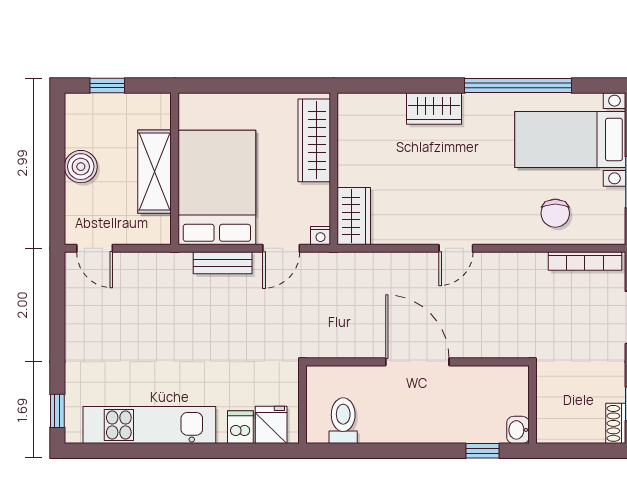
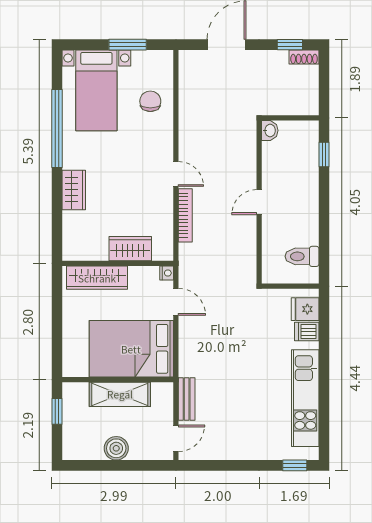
window: (107, 86) -> (57, 411), moved
chair: (555, 213) -> (150, 101), turned -90
wardrobe: (354, 216) -> (130, 249), moved
bookcase: (585, 261) -> (185, 215), moved
bench: (223, 263) -> (187, 399), moved
door: (417, 362) -> (259, 202), width x0.53
washbasin: (518, 430) -> (270, 130), moved, turned -90

